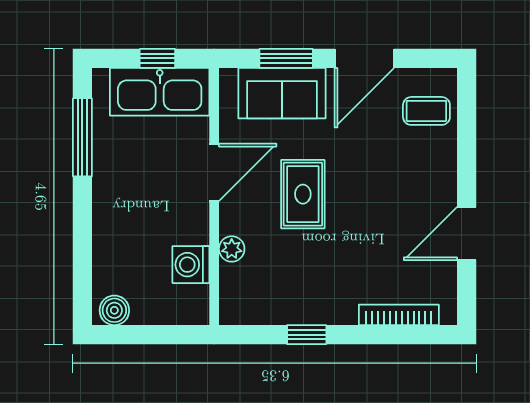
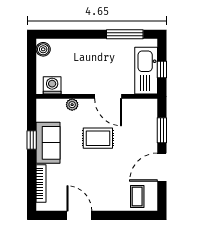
door: (364, 58) -> (162, 167), hinge flipped
sofa: (282, 93) -> (48, 143), moved, turned 180
washing machine: (191, 265) -> (52, 85), moved

